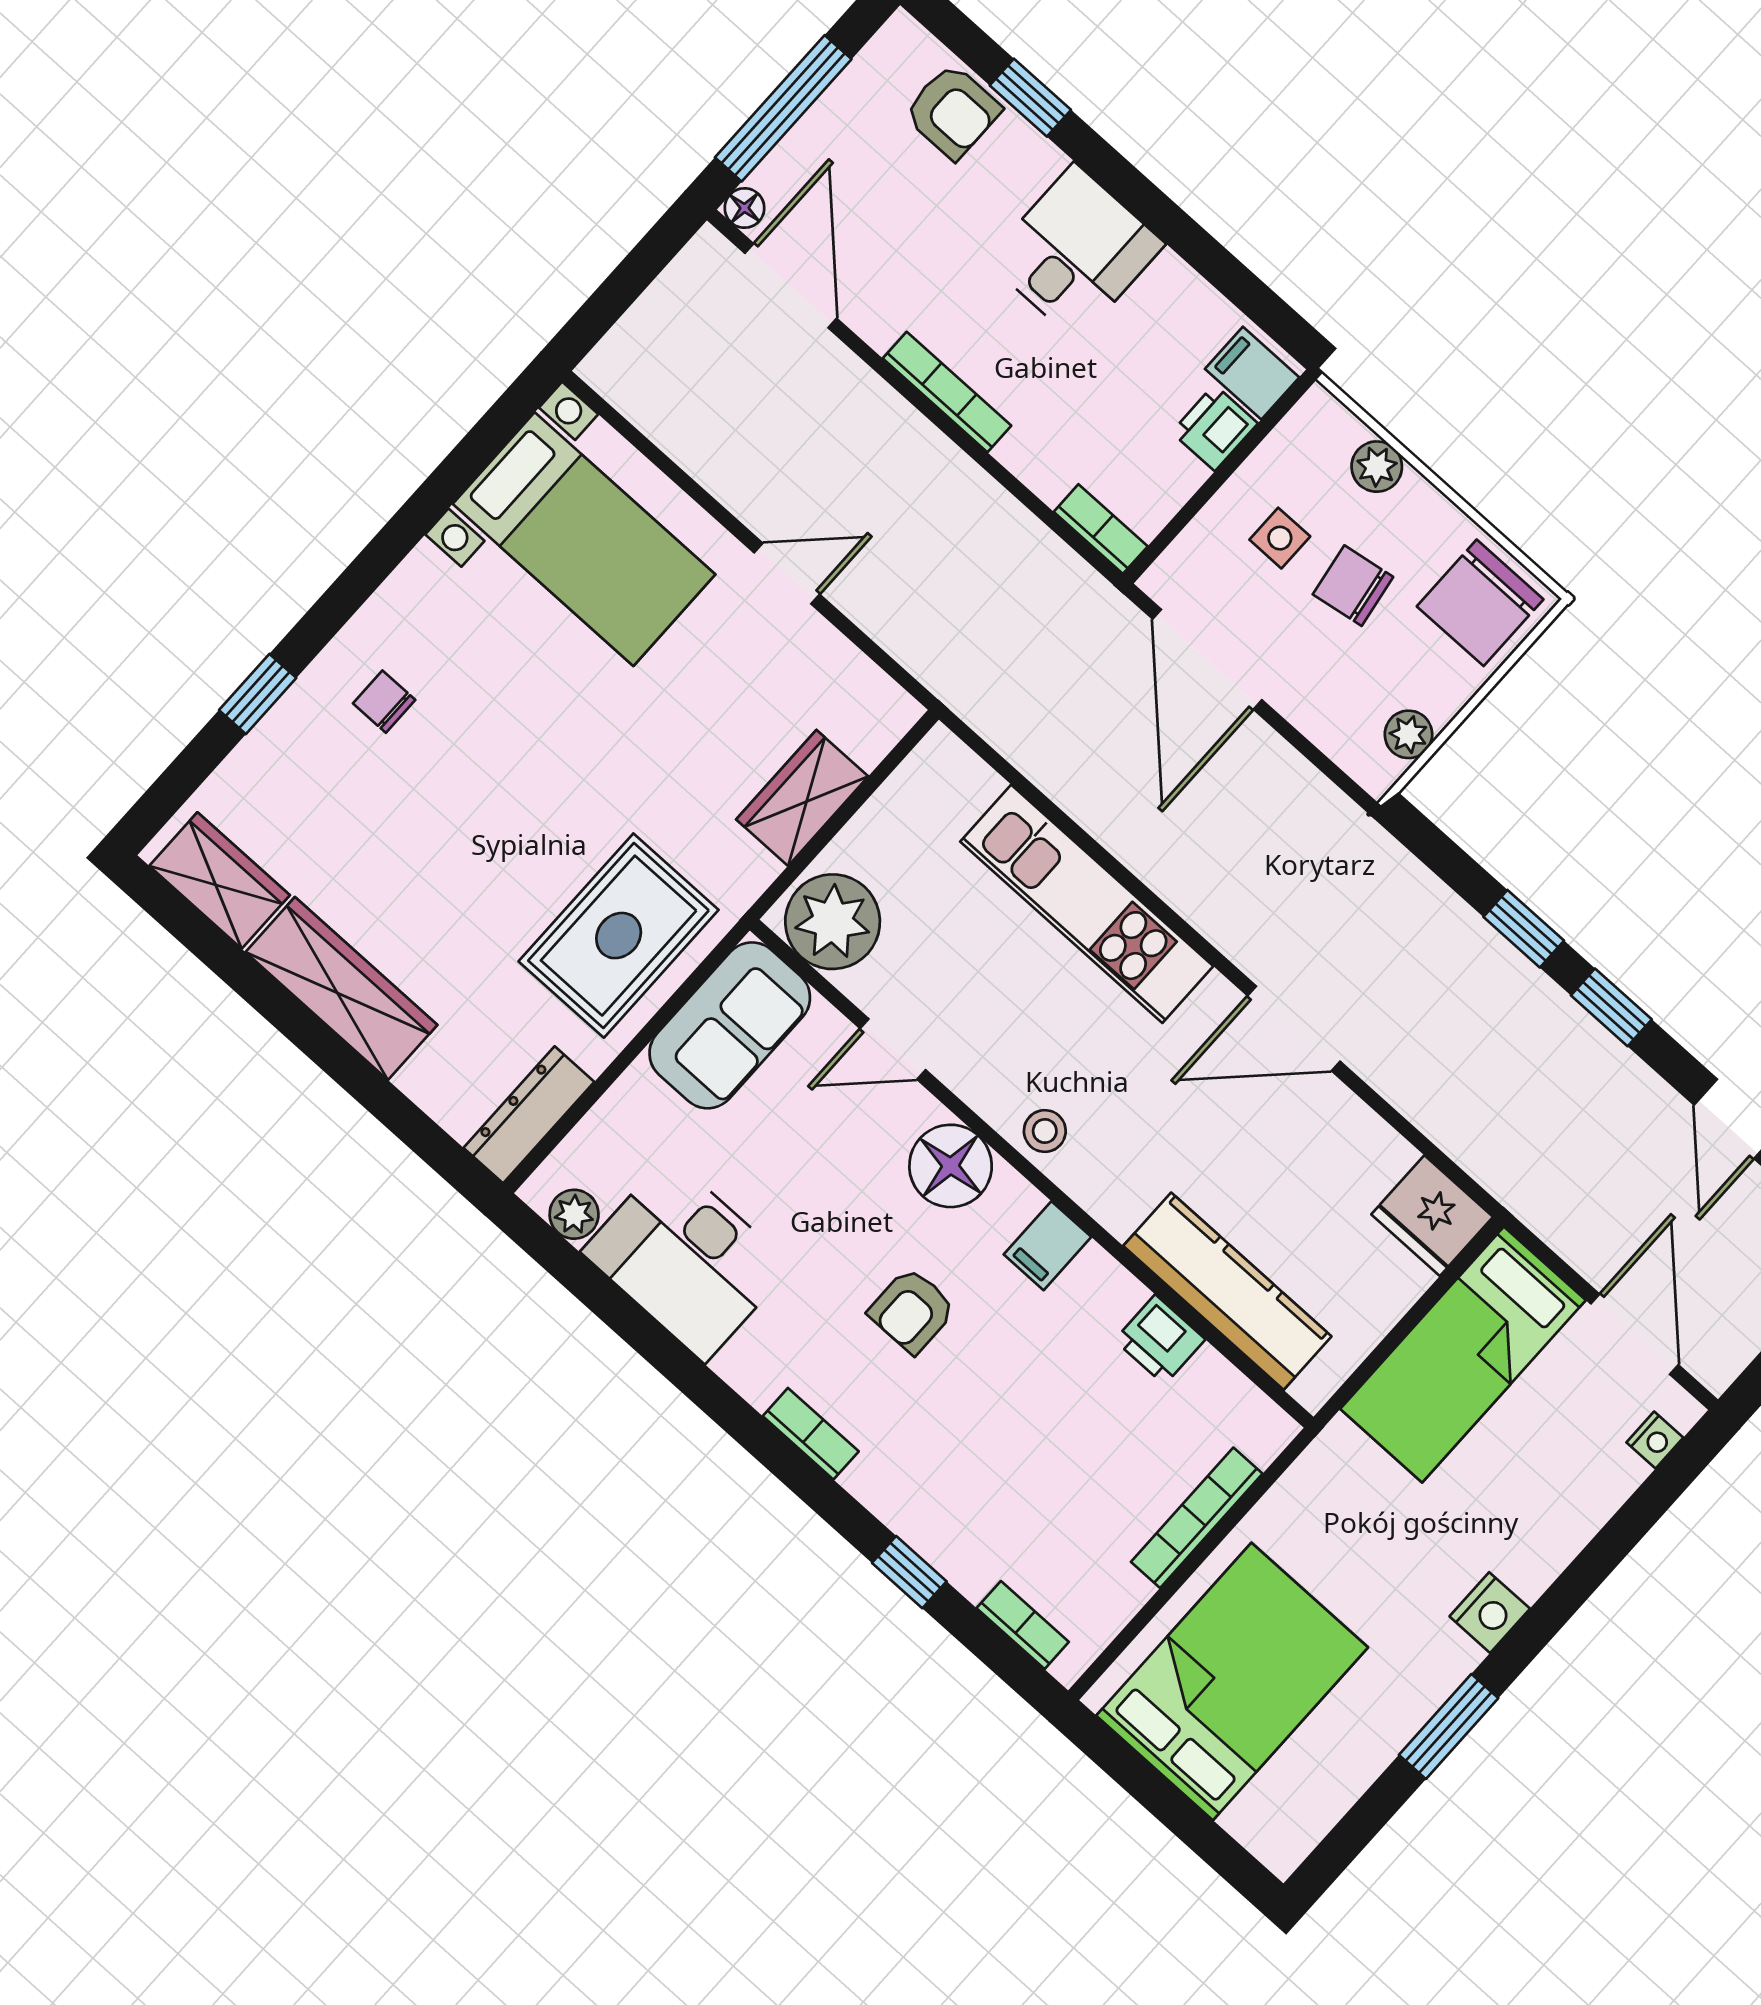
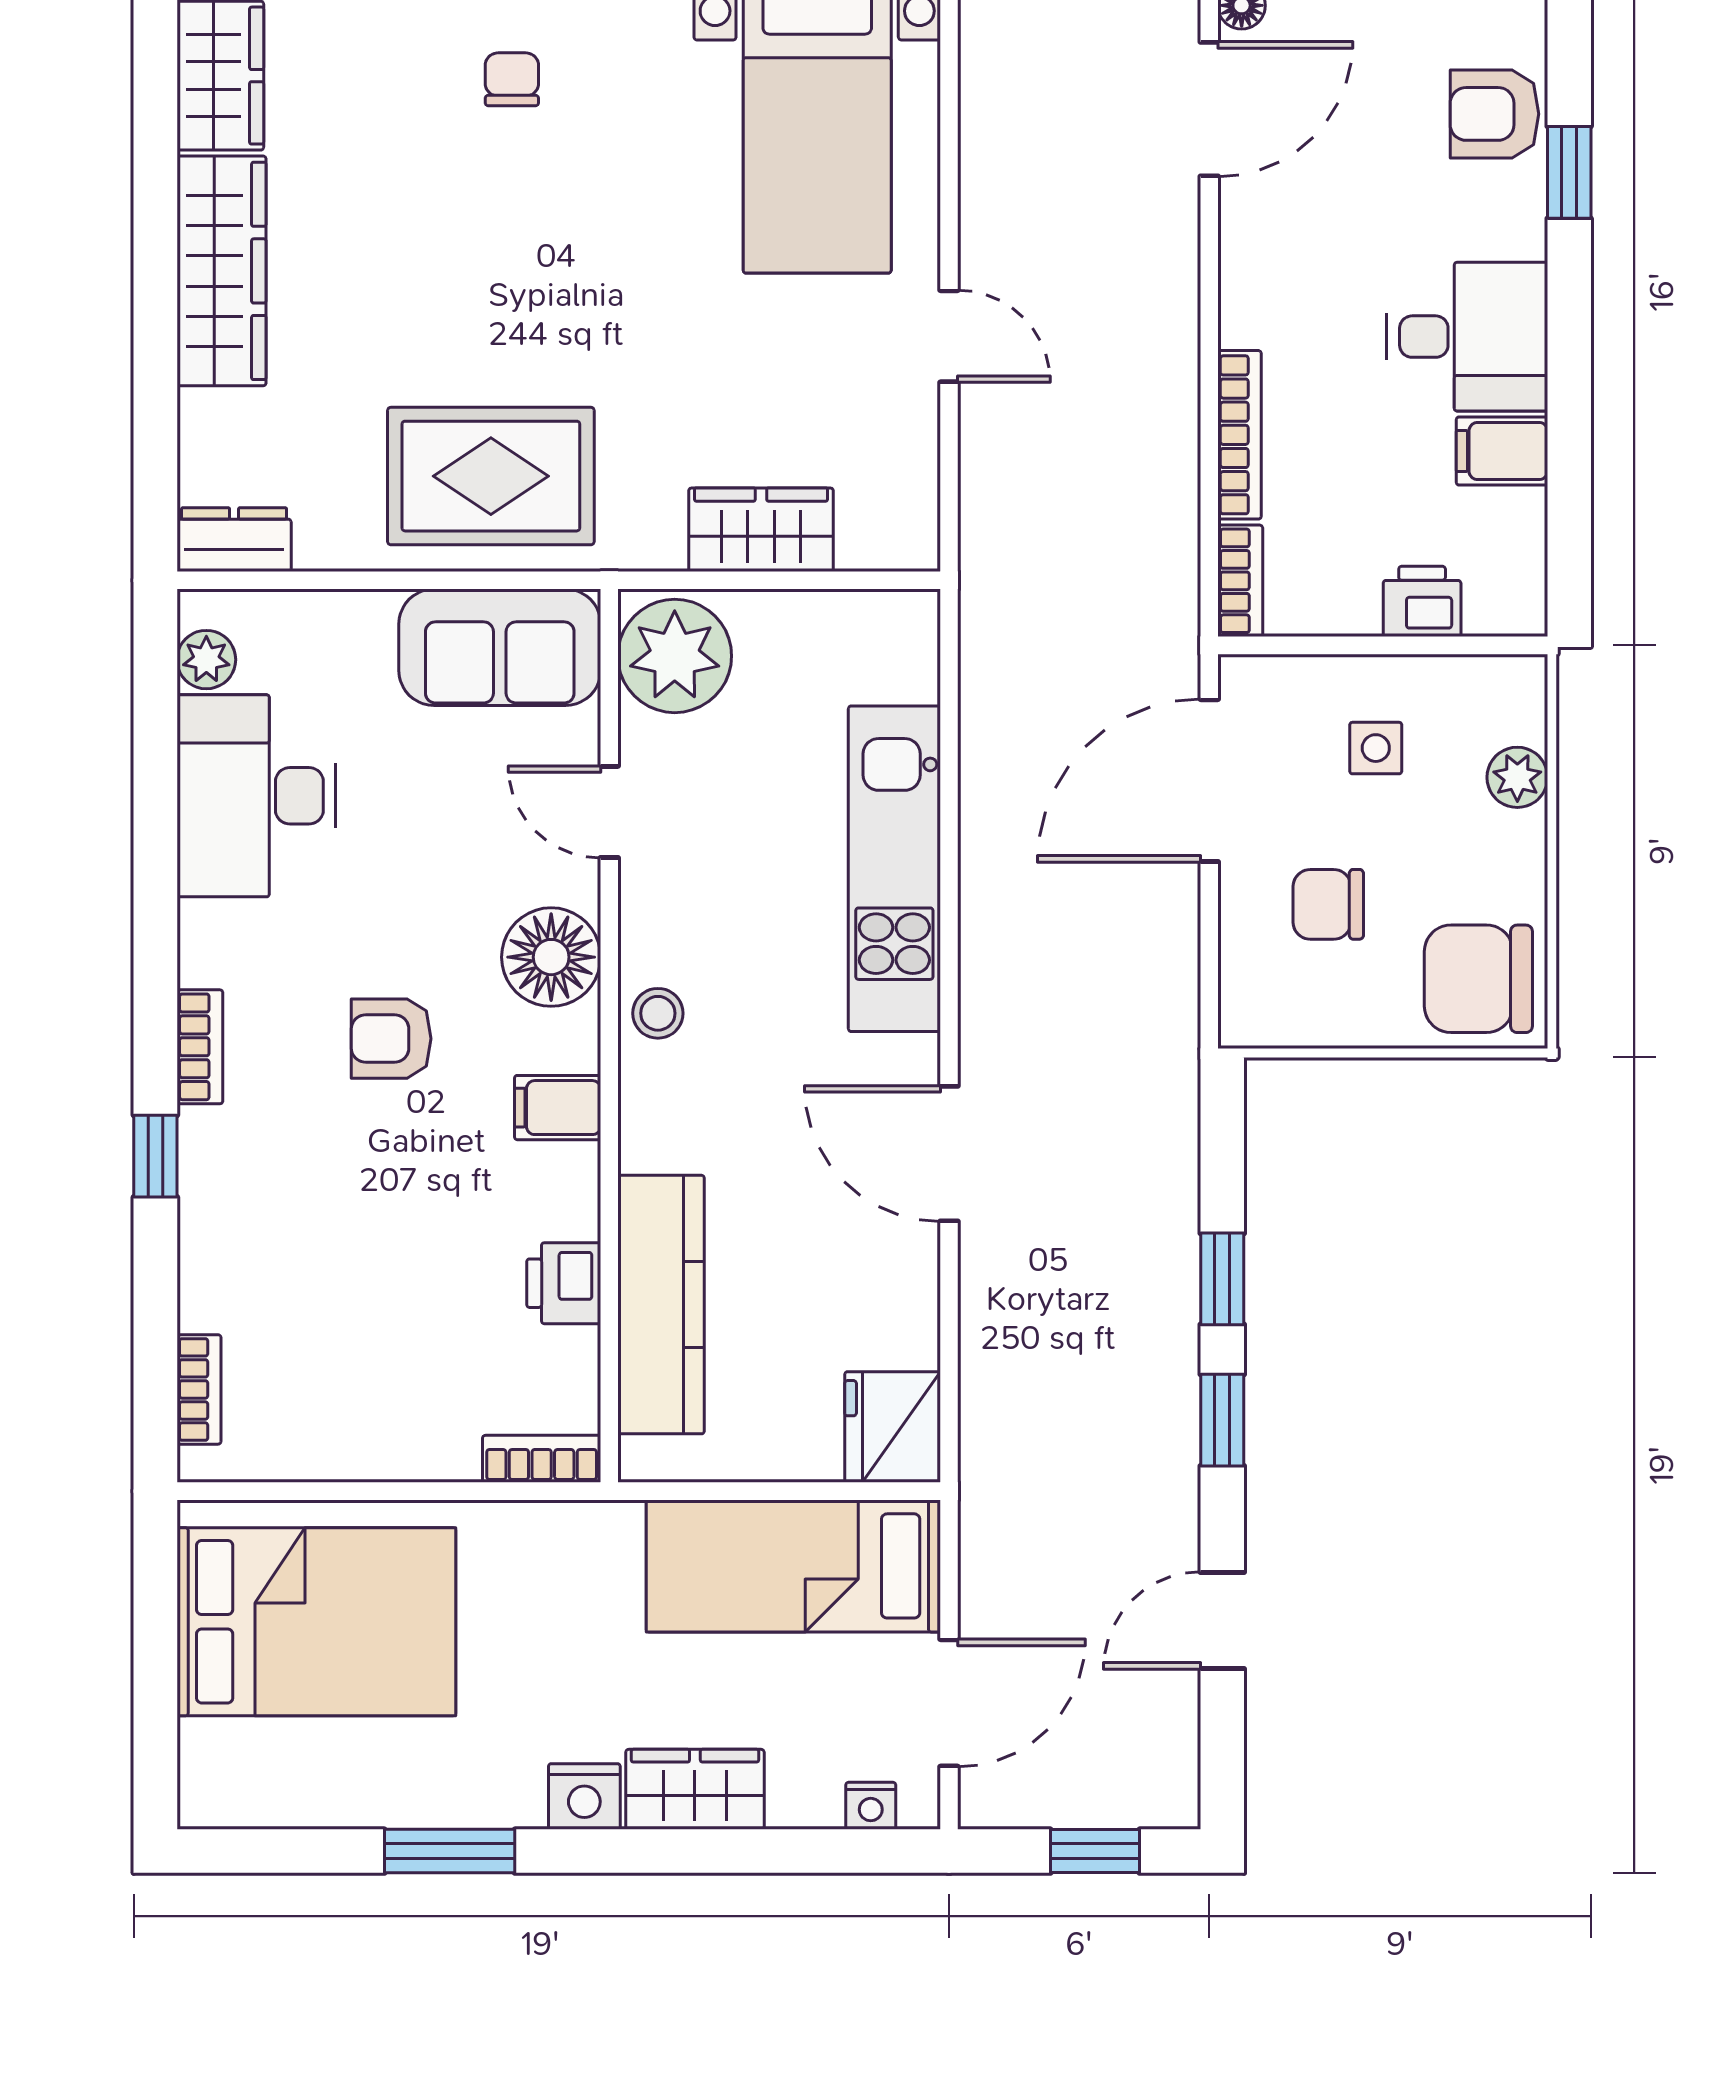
armchair: (953, 111) -> (1494, 114), turned 90
filing cabinet: (1252, 373) -> (1502, 451), moved, turned -90
bookcase: (947, 392) -> (1239, 435), moved
chair: (1353, 586) -> (1328, 904), moved, turned -81
plant: (1408, 734) -> (1303, 1020), removed
dresser: (529, 1115) -> (234, 540), width x0.70
bookcase: (1197, 1518) -> (542, 1459), moved, width x0.64
wardrobe: (1547, 1540) -> (695, 1789), added
window: (909, 1572) -> (155, 1156), moved

